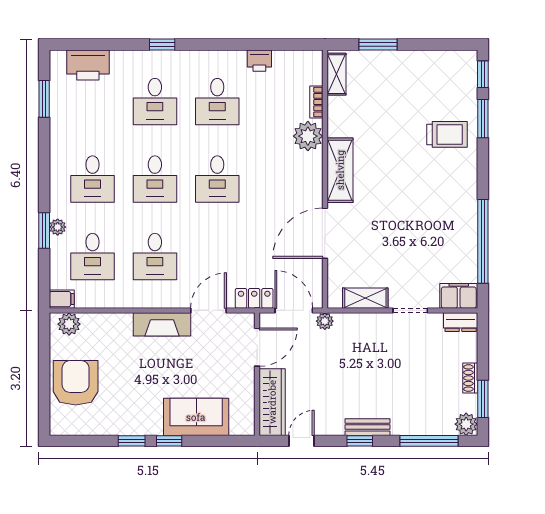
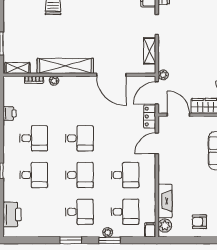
window: (44, 99) -> (71, 240), moved
plant: (308, 136) -> (54, 81), width x0.53, depth x0.53
shelving: (340, 170) -> (65, 66), width x1.47
door: (208, 310) -> (157, 143), hinge flipped
fireplace: (162, 324) -> (165, 201), moved
armchair: (76, 383) -> (199, 222), width x0.53, depth x0.53

